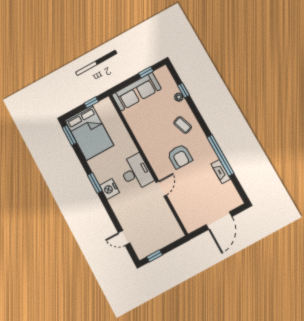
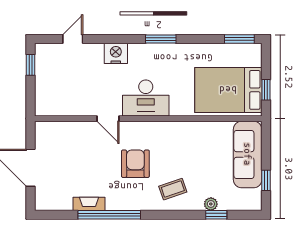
bed: (89, 133) -> (228, 90), moved
armchair: (180, 156) -> (135, 164), turned 90
nightstand: (109, 189) -> (116, 53), moved

